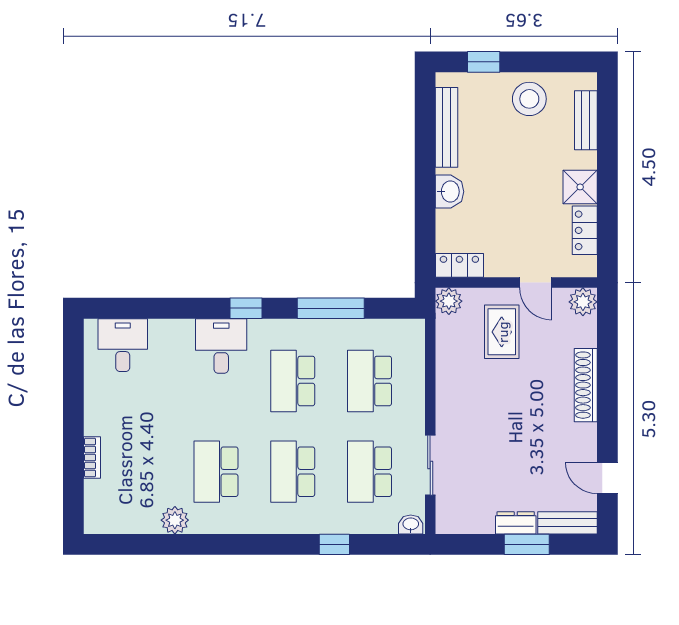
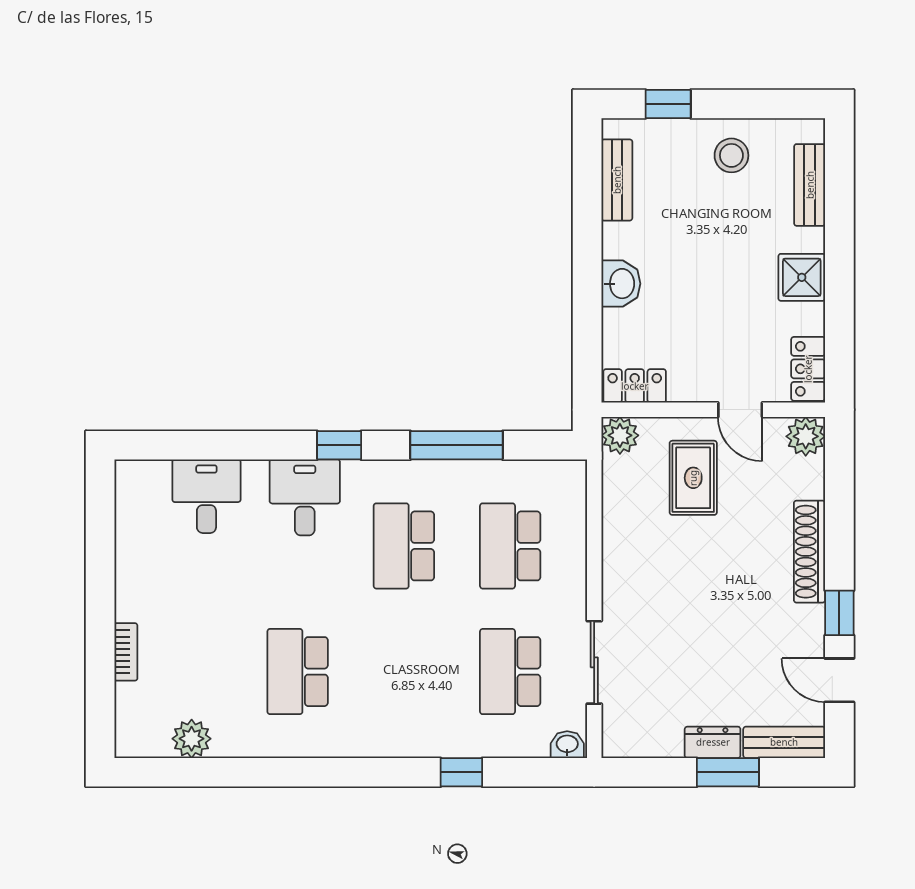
stool: (529, 99) -> (731, 155), width x0.73, depth x0.73
bench: (447, 127) -> (617, 180), width x0.73
locker: (585, 230) -> (808, 369), moved
desk: (123, 345) -> (206, 496), moved
window: (607, 429) -> (839, 613), added
school desk: (293, 472) -> (404, 672), removed
plant: (175, 520) -> (192, 739), moved

